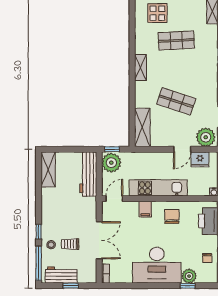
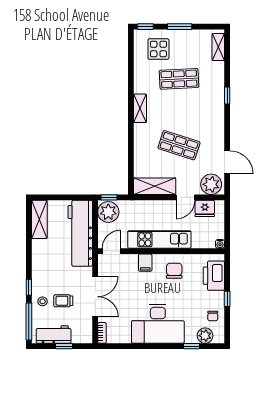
shelving: (142, 127) -> (155, 186), moved, turned 90
workbench: (88, 174) -> (80, 233), width x1.36, depth x1.32
plant: (189, 276) -> (205, 336), moved

